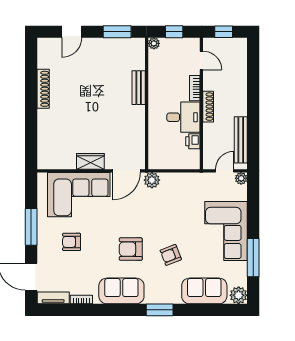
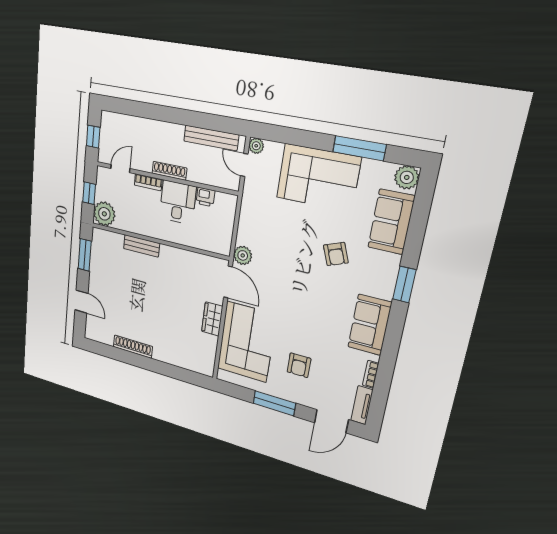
plant: (154, 43) -> (104, 214), width x1.88, depth x1.88
armchair: (131, 249) -> (320, 300), removed

